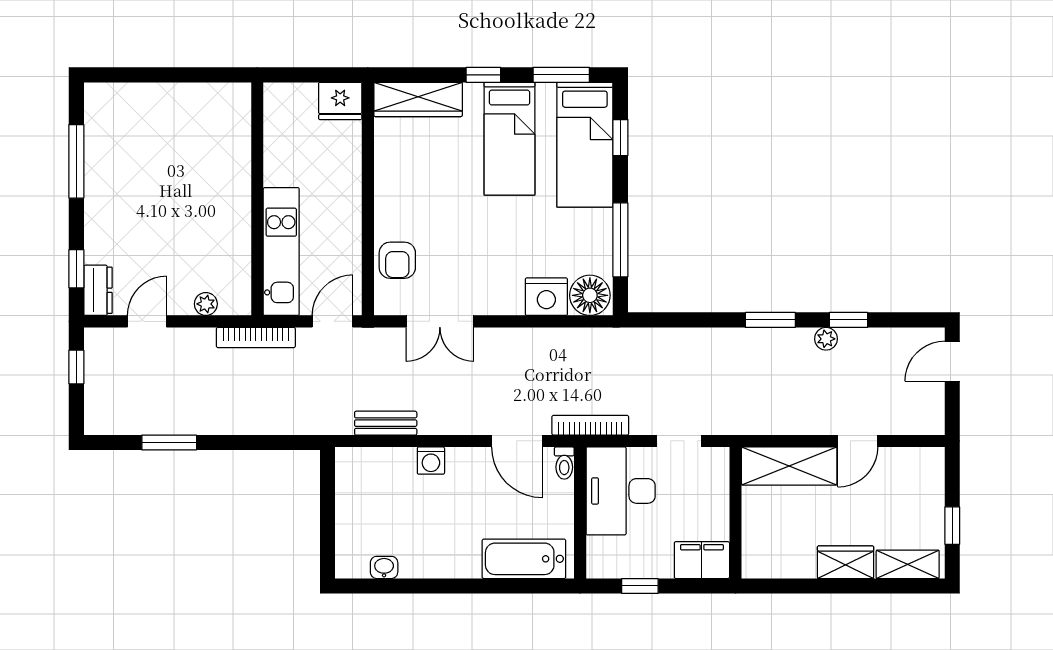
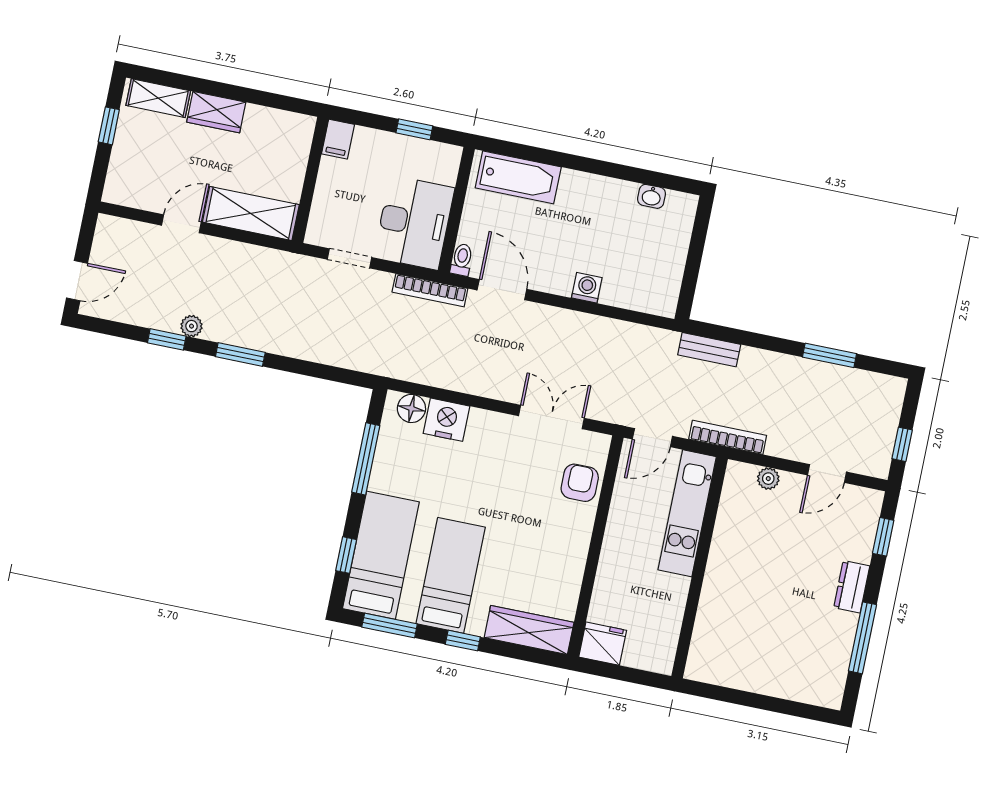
dresser: (98, 290) -> (852, 587), moved
floor lamp: (590, 295) -> (411, 408), width x0.73, depth x0.73
bench: (386, 423) -> (709, 350), moved
filing cabinet: (702, 560) -> (338, 139), width x0.50

